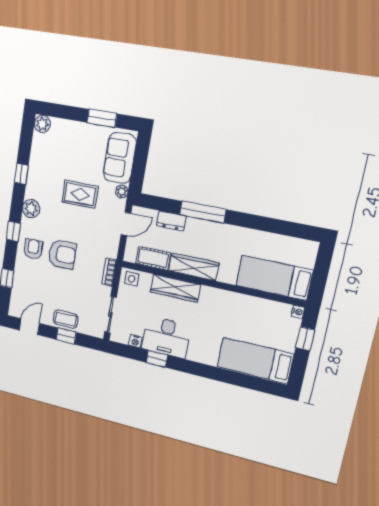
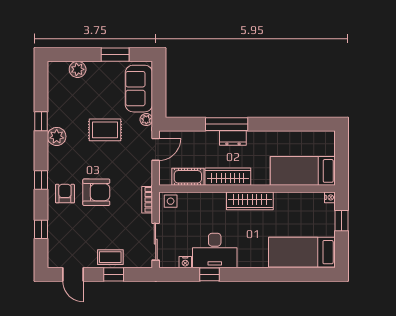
plant: (42, 124) -> (78, 69), moved
plant: (31, 209) -> (57, 136), moved
dresser: (171, 221) -> (233, 138), moved
wardrobe: (175, 288) -> (250, 201), moved
door: (29, 327) -> (73, 274), swing flipped

